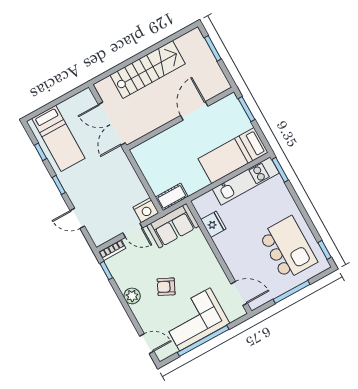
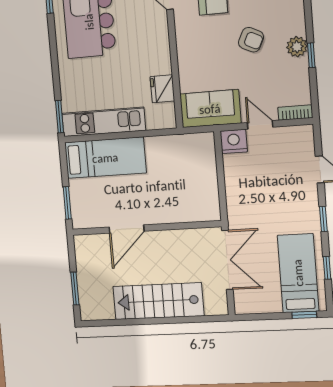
window: (41, 111) -> (304, 315), added
cot: (172, 197) -> (196, 143), removed
window: (106, 271) -> (311, 55), moved

